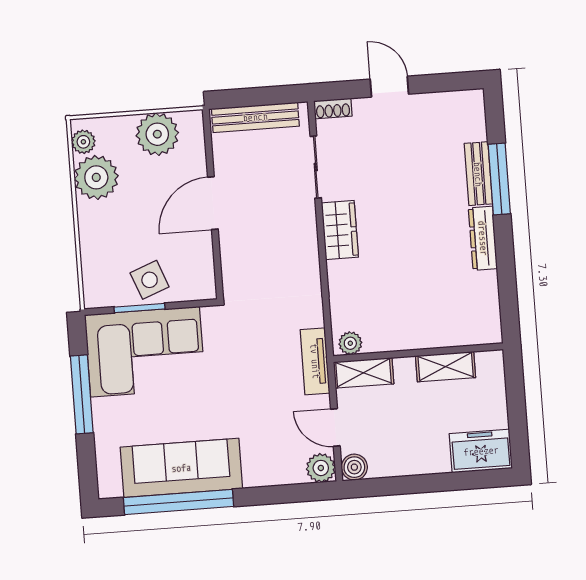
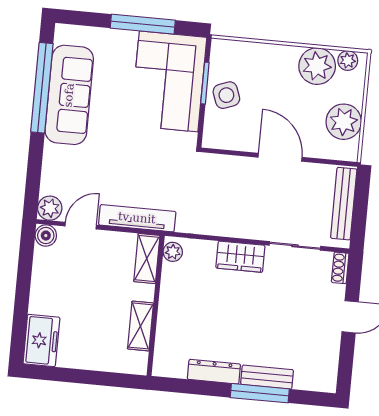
plant: (350, 343) -> (173, 252), moved
wall: (418, 353) -> (156, 306), moved
tv unit: (315, 361) -> (137, 218), width x1.41
shelving: (446, 367) -> (140, 326), moved
shelving: (364, 373) -> (147, 258), moved

